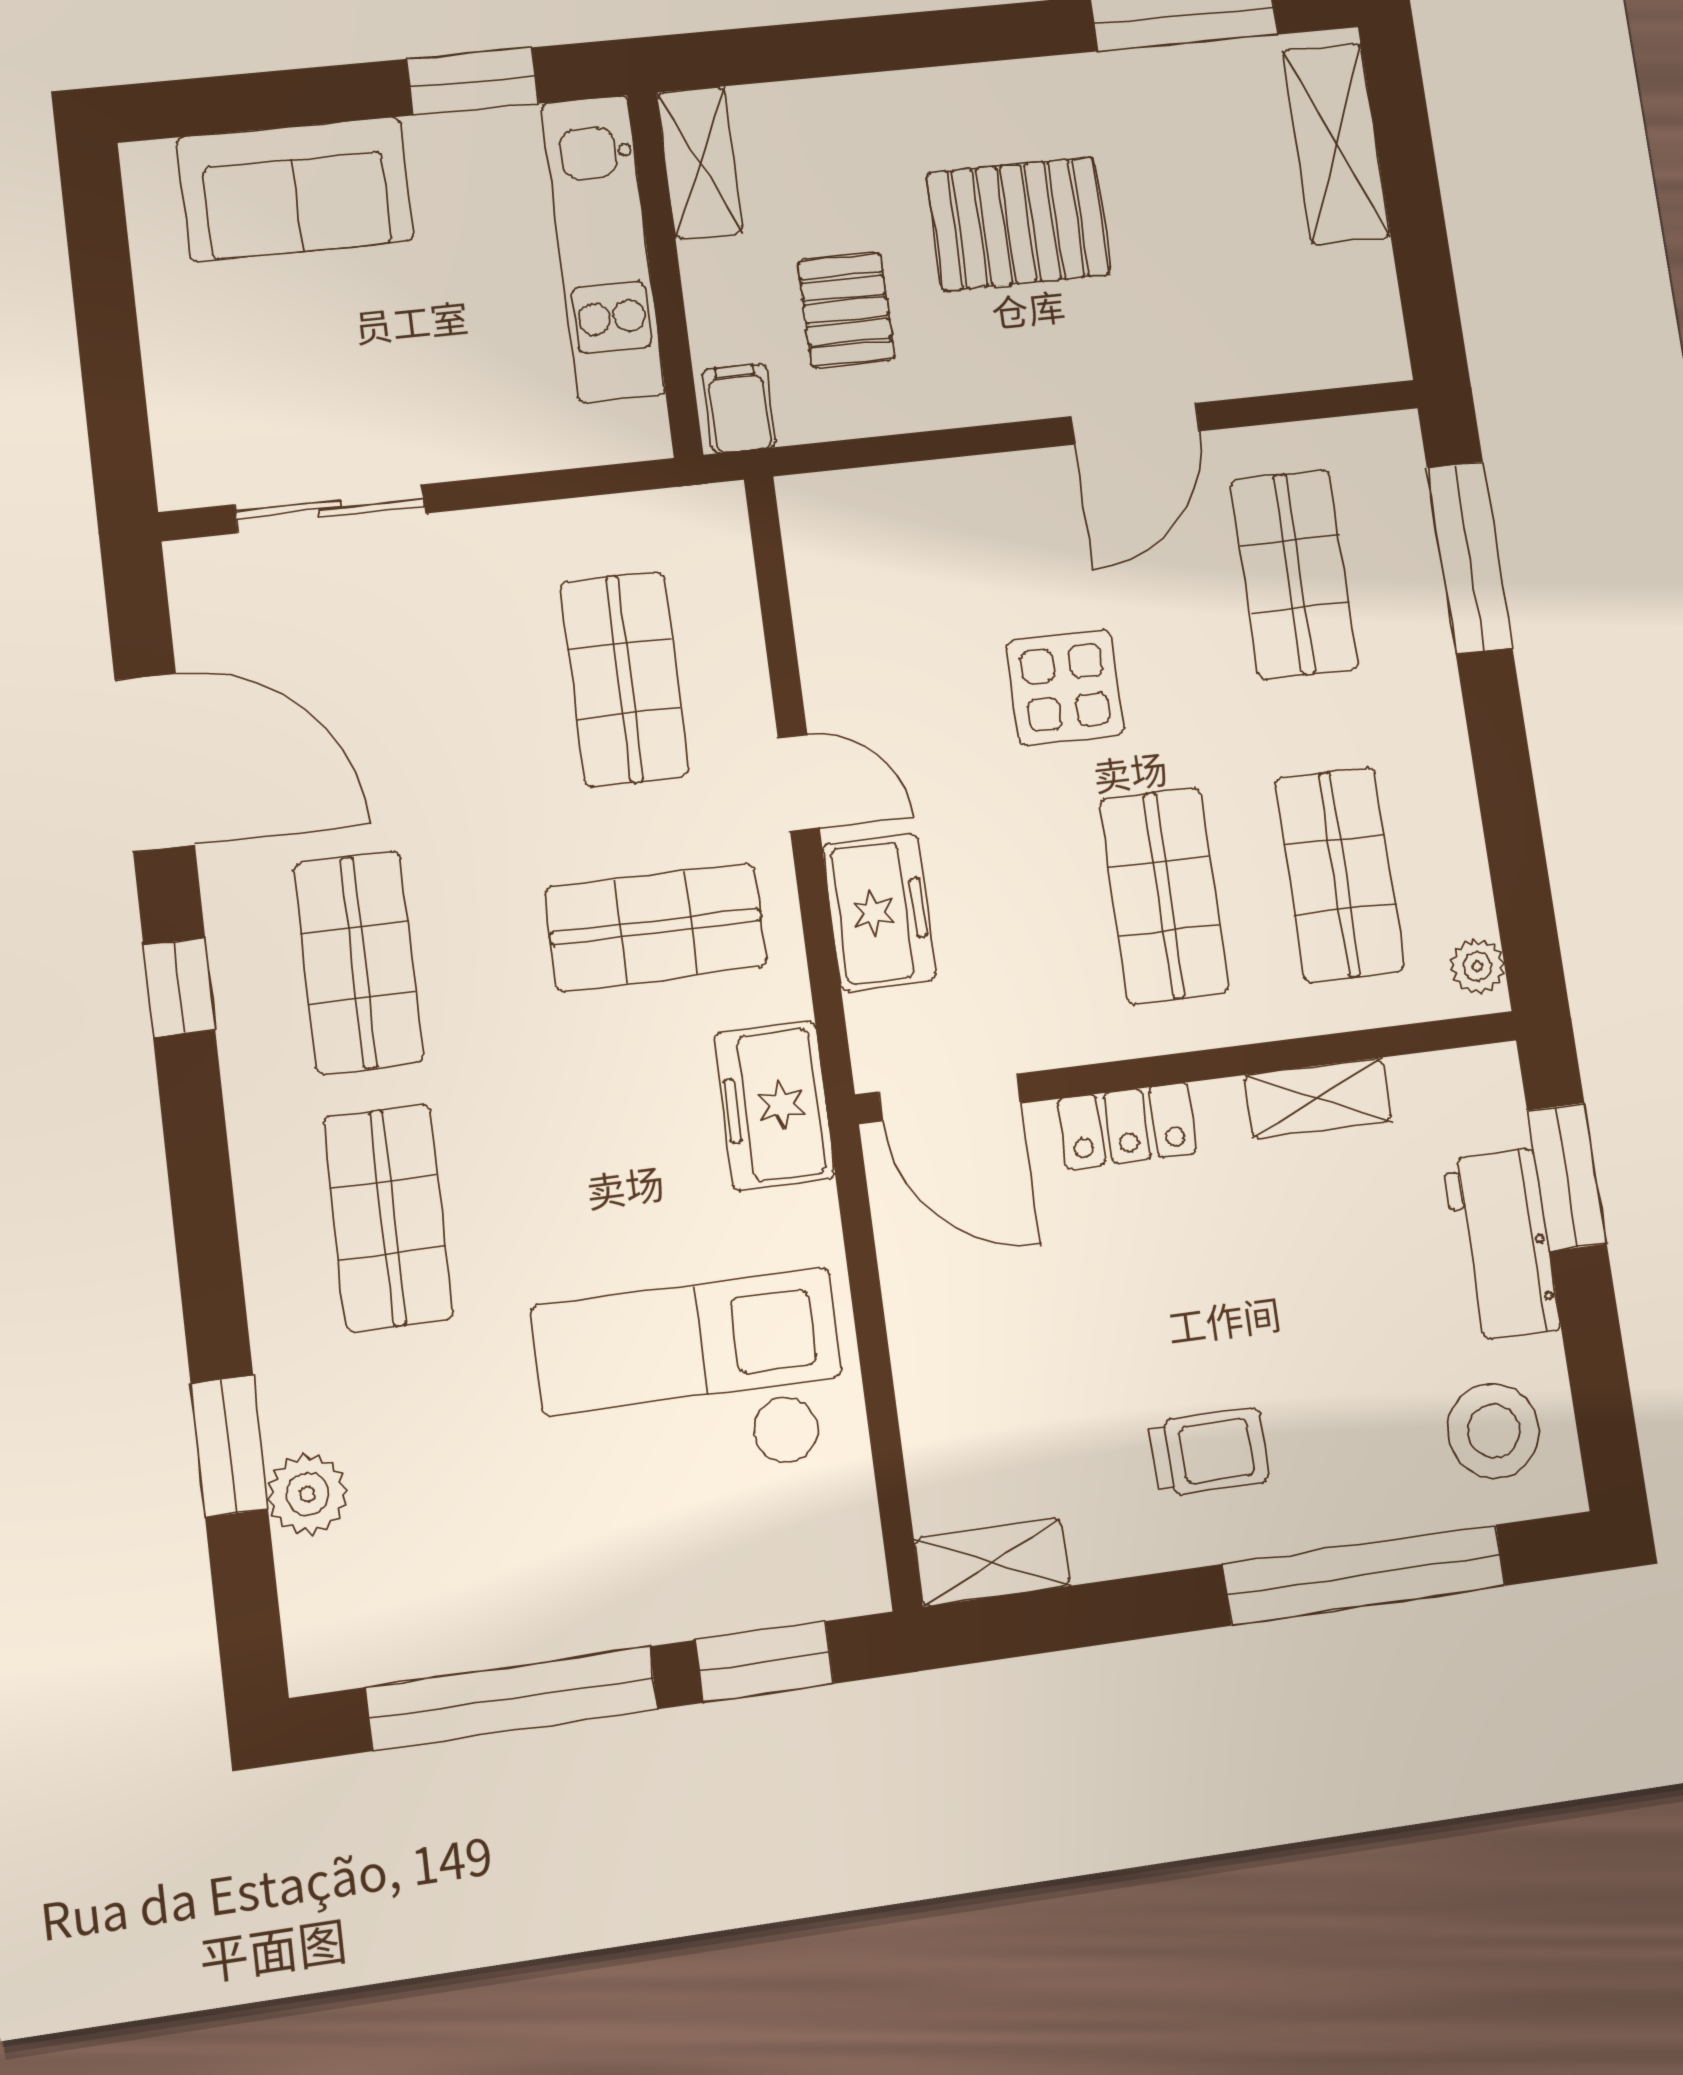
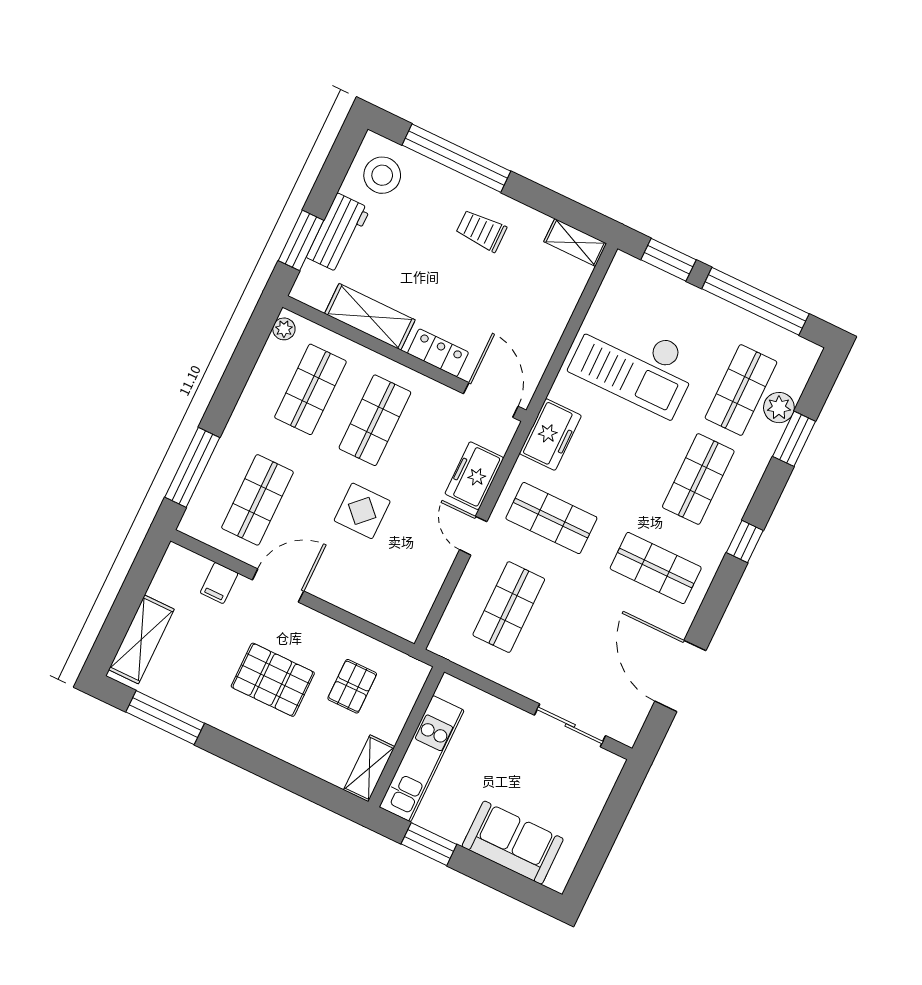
filing cabinet: (739, 408) -> (219, 583), moved
shop shelf: (359, 962) -> (656, 568), turned 90
window: (179, 988) -> (745, 542), moved
shelving: (1318, 1098) -> (370, 317), width x1.50, depth x1.33
shop shelf: (418, 1477) -> (741, 390), added

